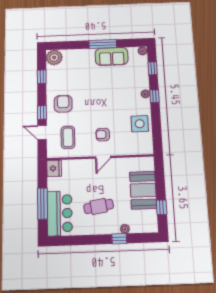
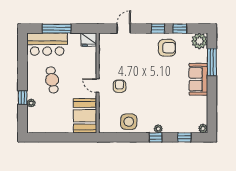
window: (103, 44) -> (212, 62), moved
sofa: (112, 56) -> (198, 79), moved
armchair: (63, 104) -> (167, 48), moved
window: (42, 113) -> (158, 29), moved
coffee table: (68, 137) -> (118, 53), removed
booth: (143, 190) -> (85, 116), moved, turned 90
window: (162, 207) -> (49, 137), removed

